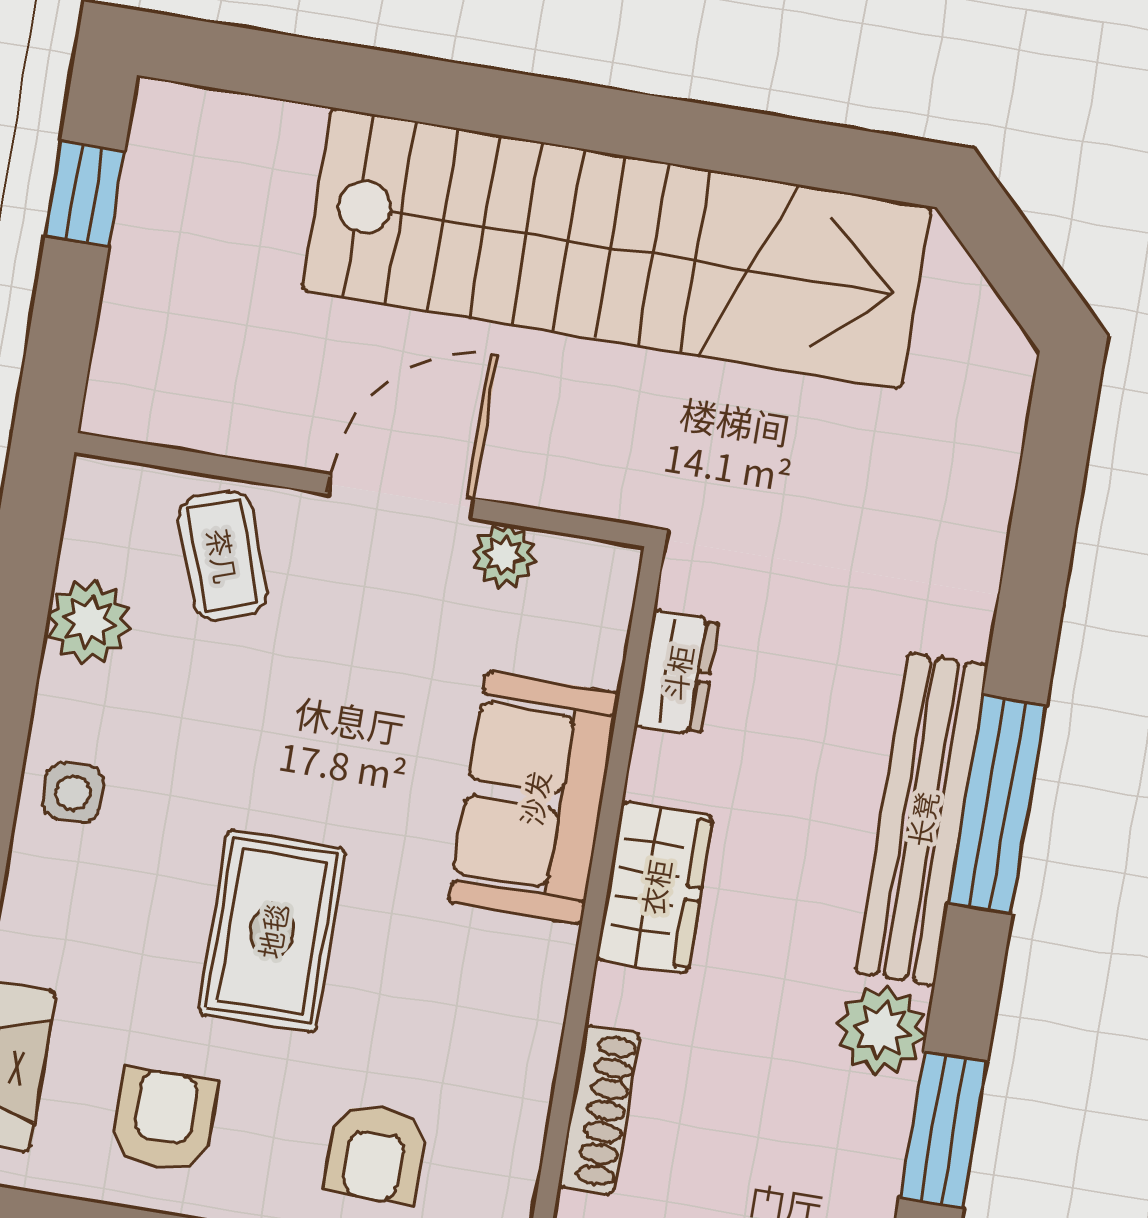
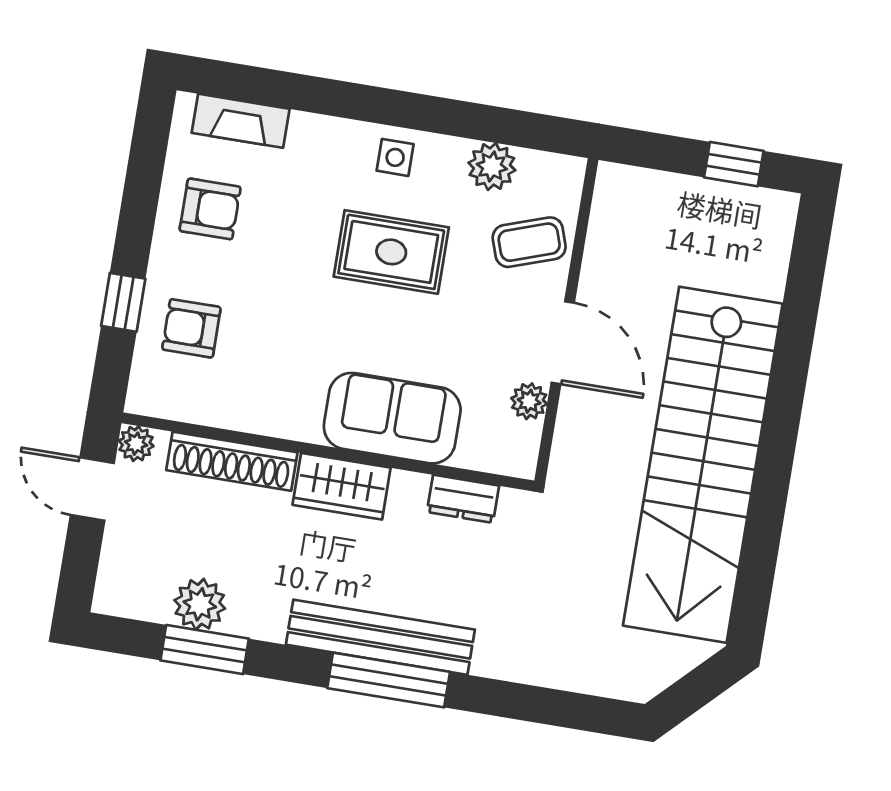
rug: (272, 931) -> (391, 252), moved
plant: (881, 1030) -> (200, 604), moved
shoe rack: (599, 1110) -> (232, 461), width x1.36, depth x1.24

